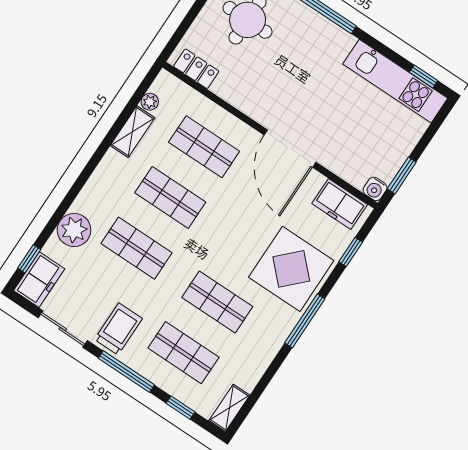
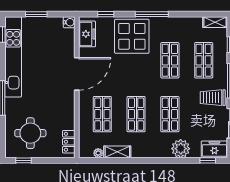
kitchen unit: (395, 81) -> (13, 57), width x1.36
window: (402, 176) -> (36, 14), moved

